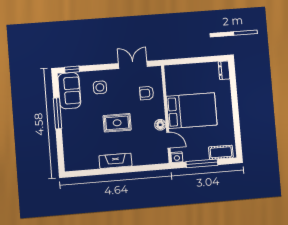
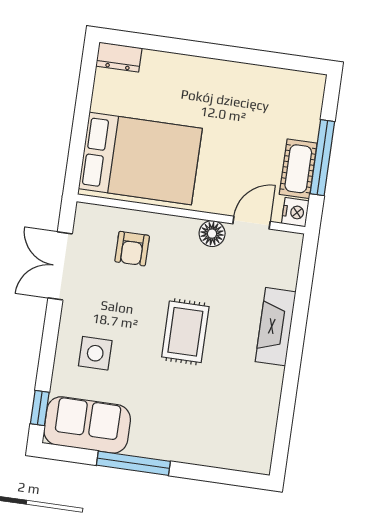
bed: (192, 111) -> (140, 159), moved, turned 90
cot: (221, 152) -> (298, 169), moved
fireplace: (115, 161) -> (276, 327), moved

